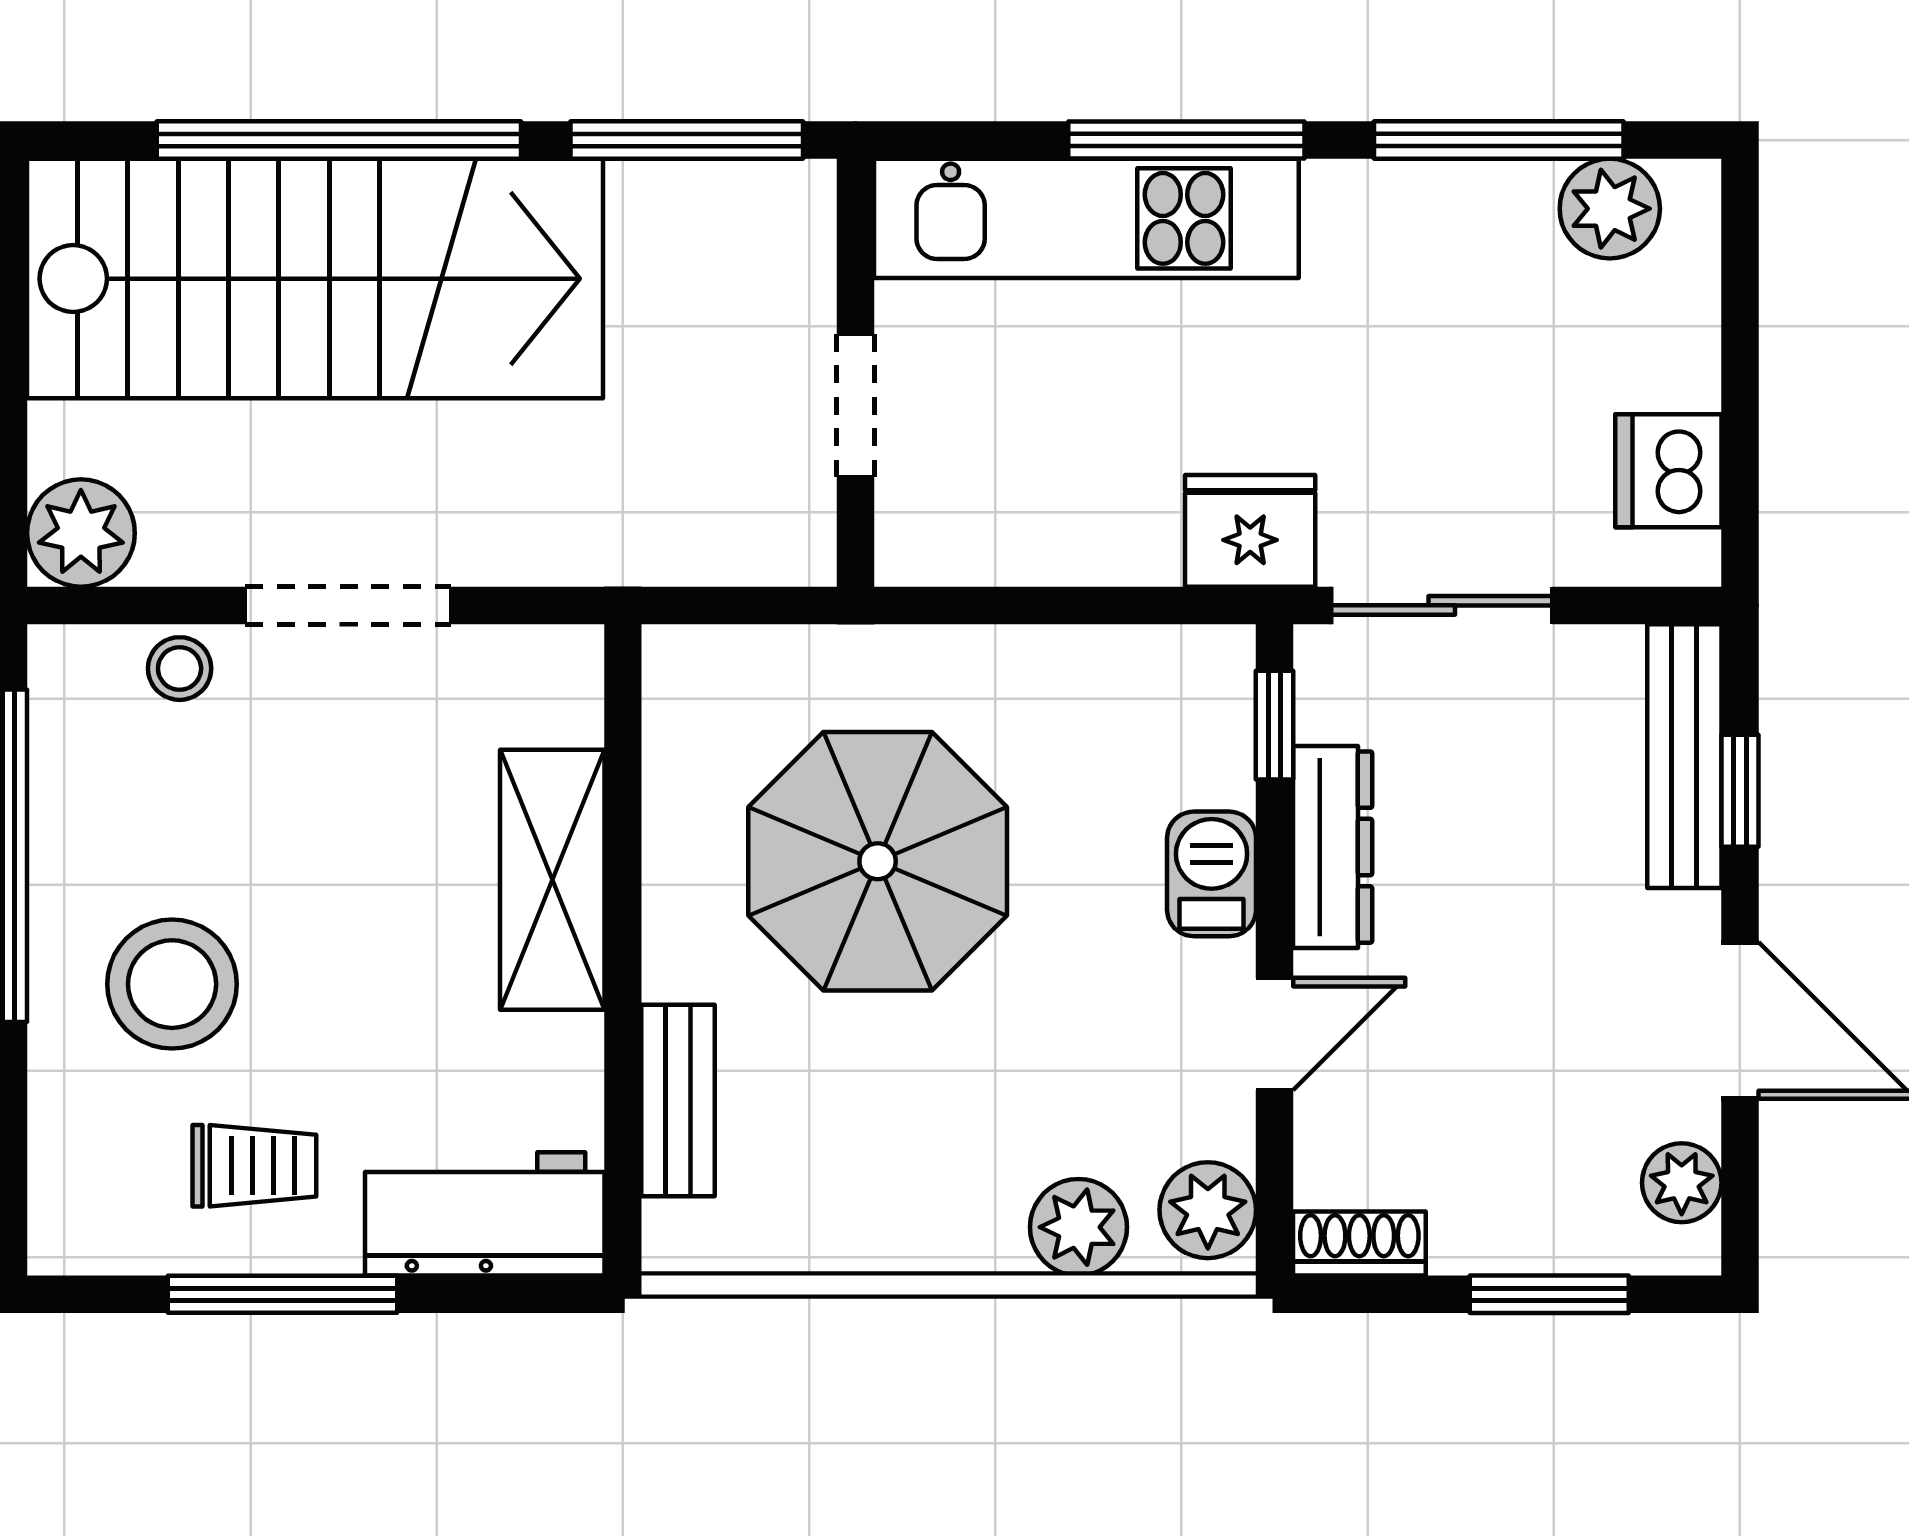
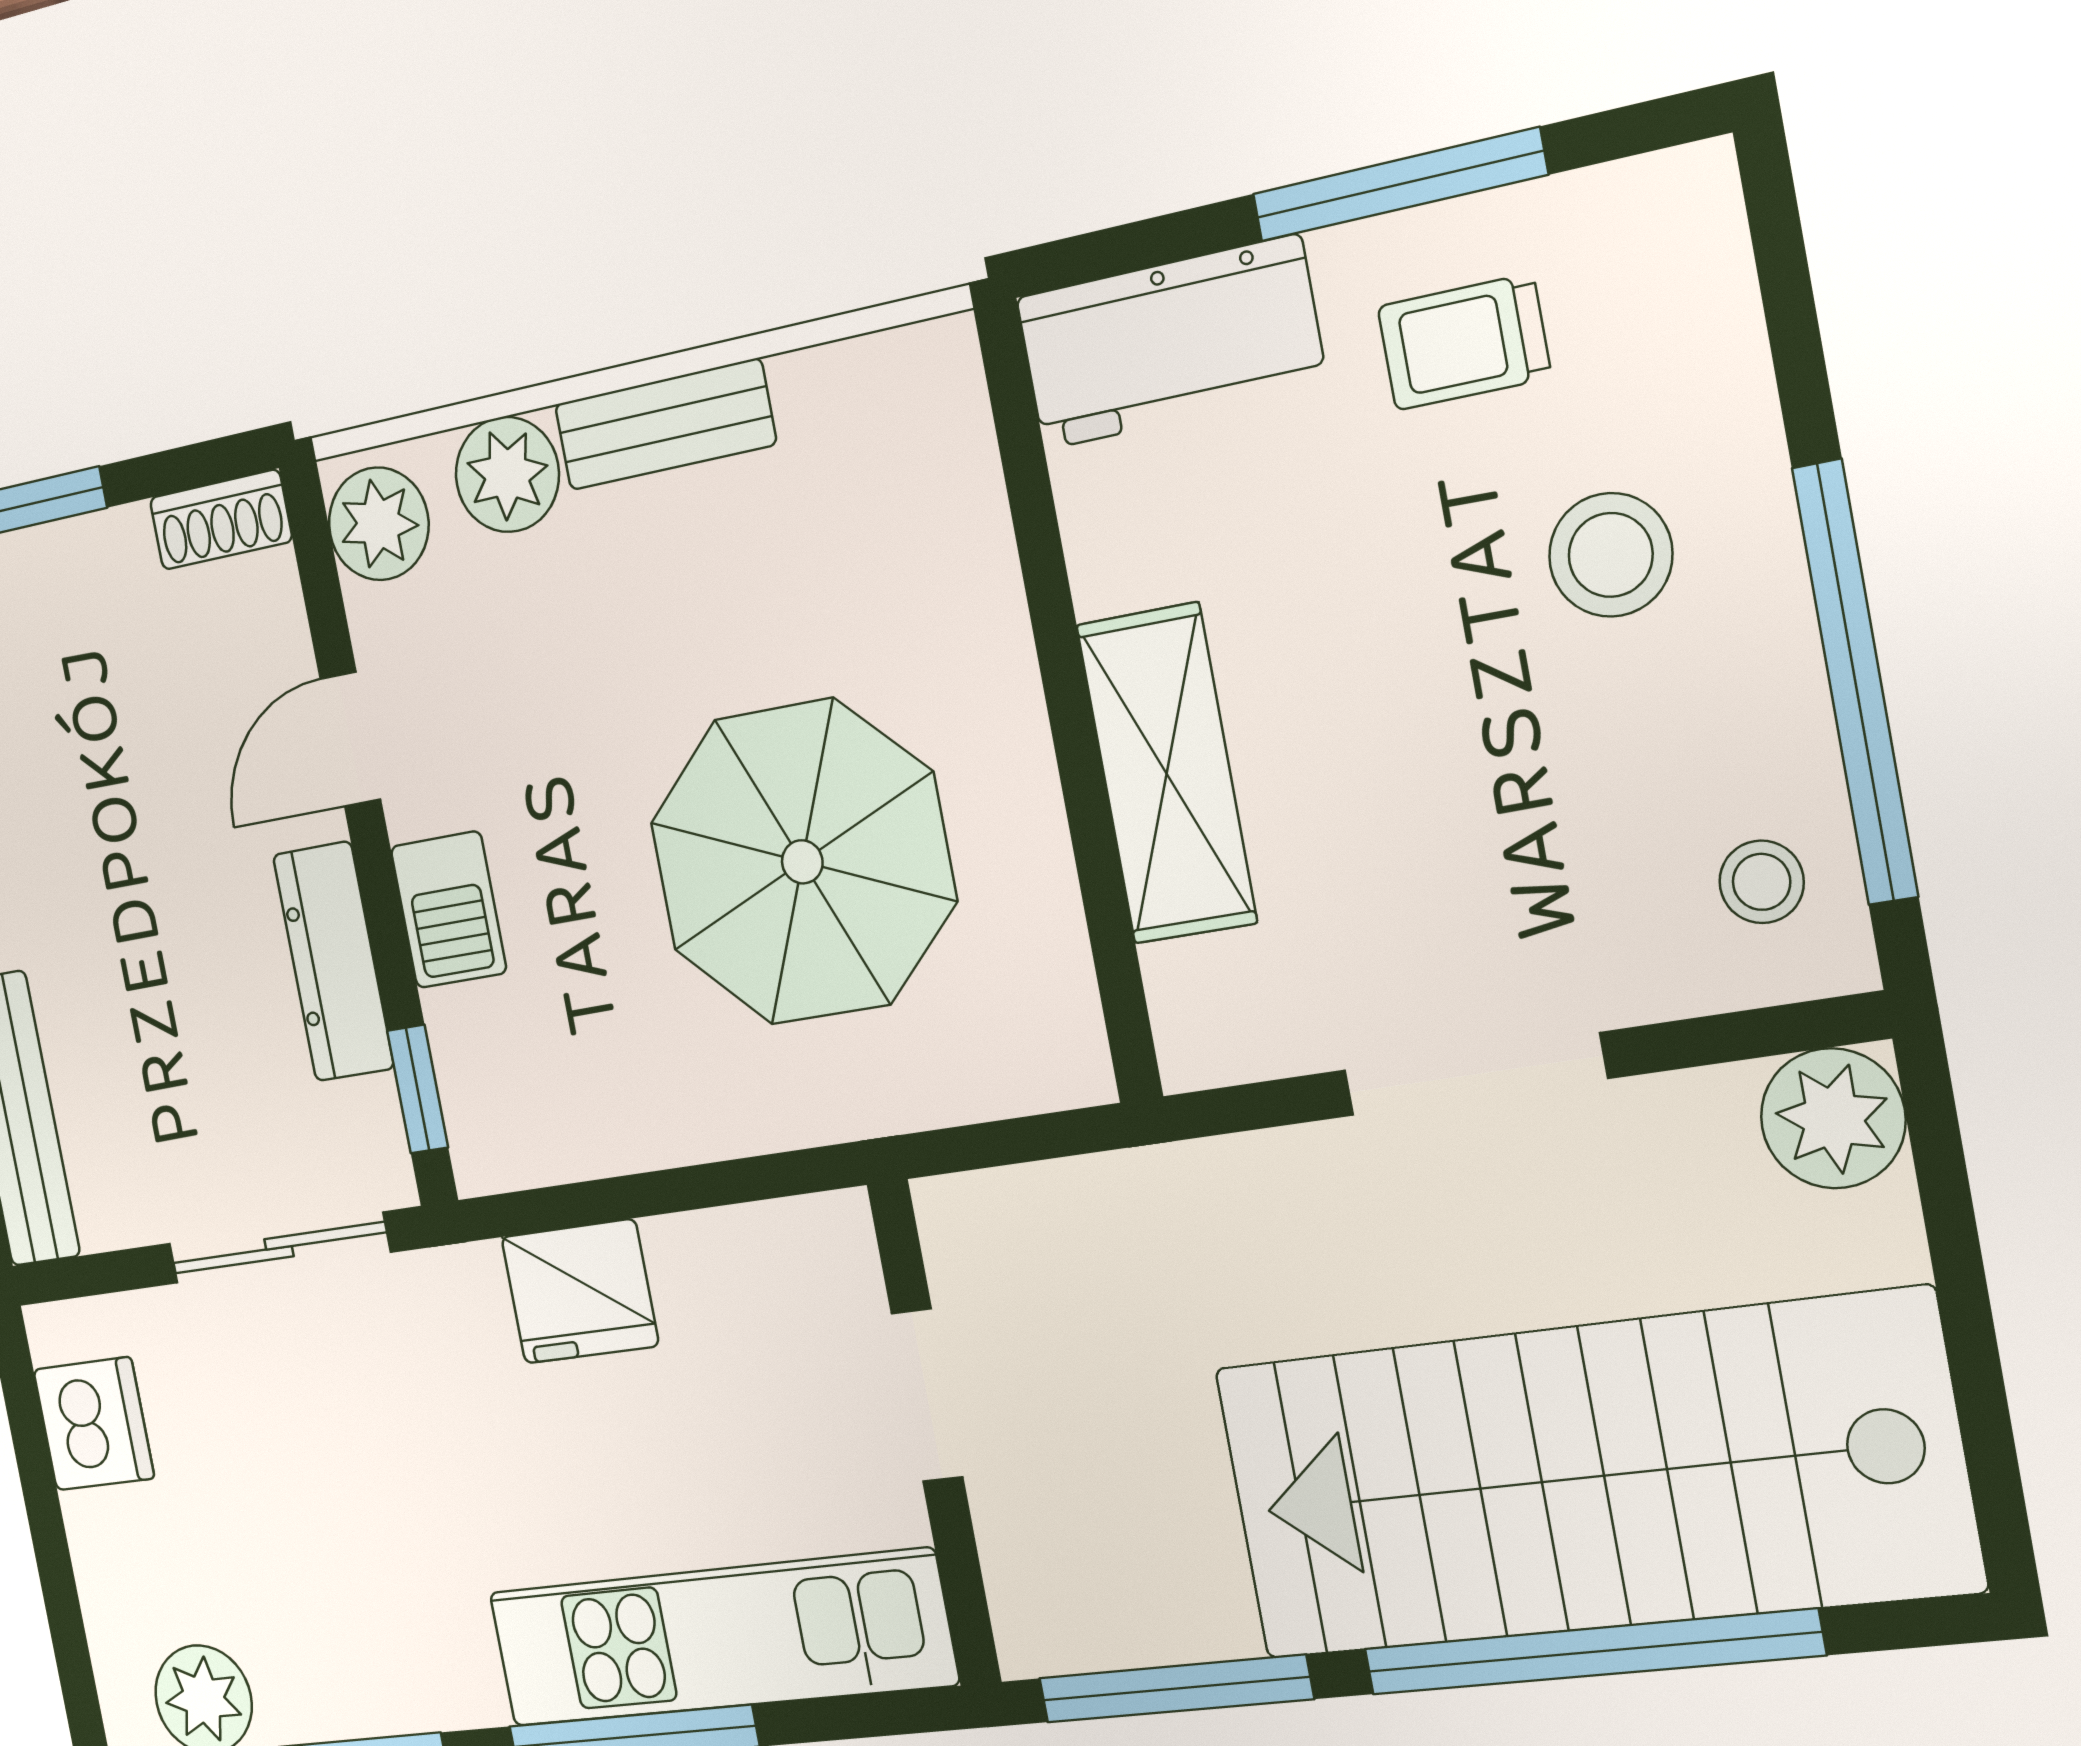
fridge: (1250, 531) -> (580, 1291), moved
stool: (180, 669) -> (1762, 882), moved
stool: (172, 984) -> (1611, 555), width x0.73, depth x0.73
bench: (678, 1101) -> (665, 424), moved, turned 90

